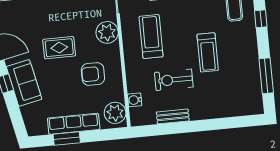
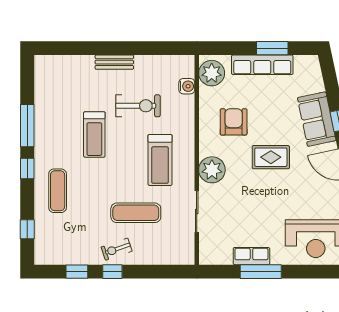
treadmill: (208, 52) -> (94, 134), turned 180
armchair: (93, 74) -> (234, 122), turned -90
window: (266, 76) -> (27, 126), moved
bench: (173, 116) -> (114, 62), moved

